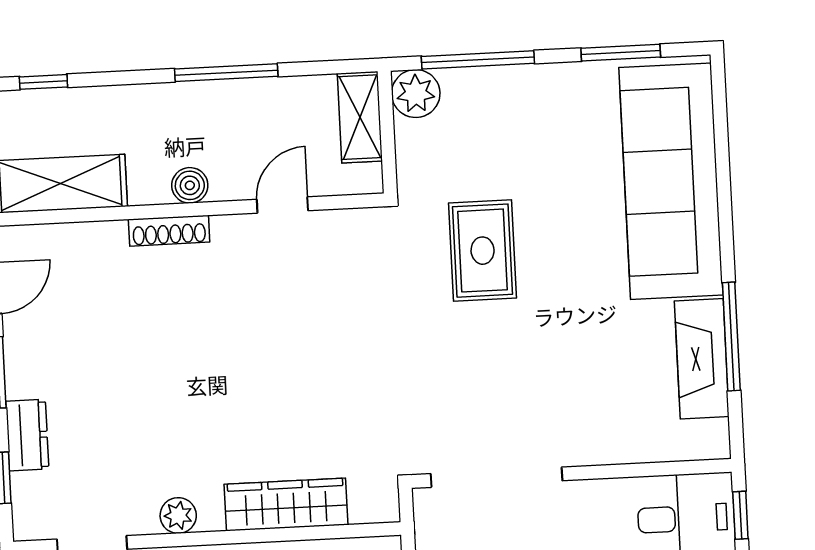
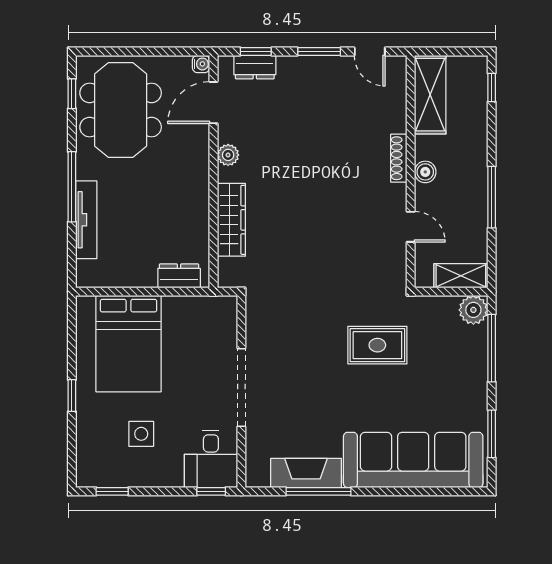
dresser: (27, 435) -> (255, 67), moved
doorway: (497, 477) -> (241, 387), moved

